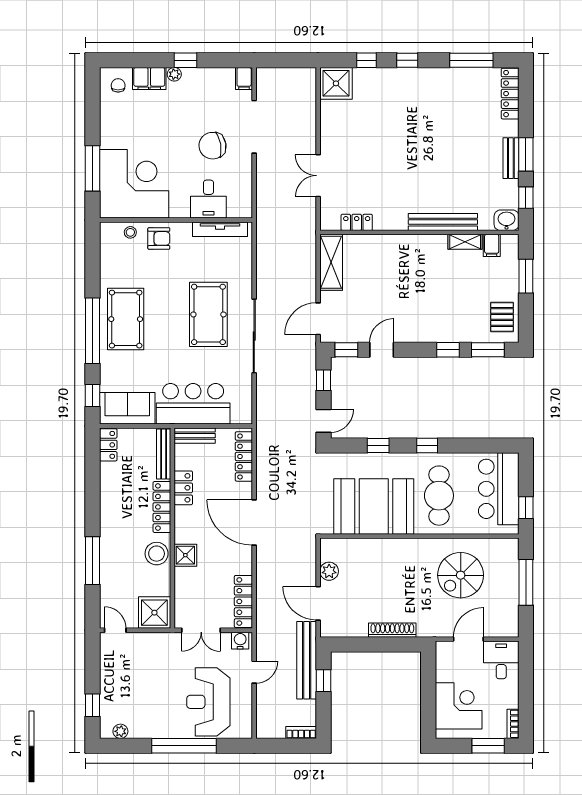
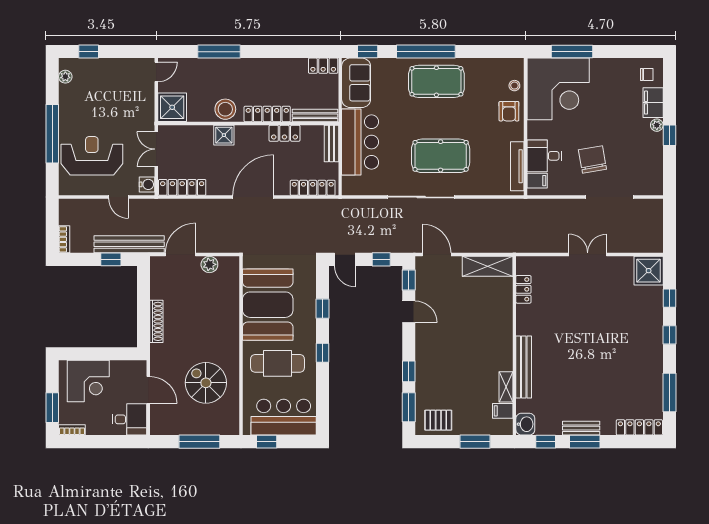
filing cabinet: (244, 78) -> (537, 181), moved, turned 180
double door: (318, 176) -> (588, 255), moved

